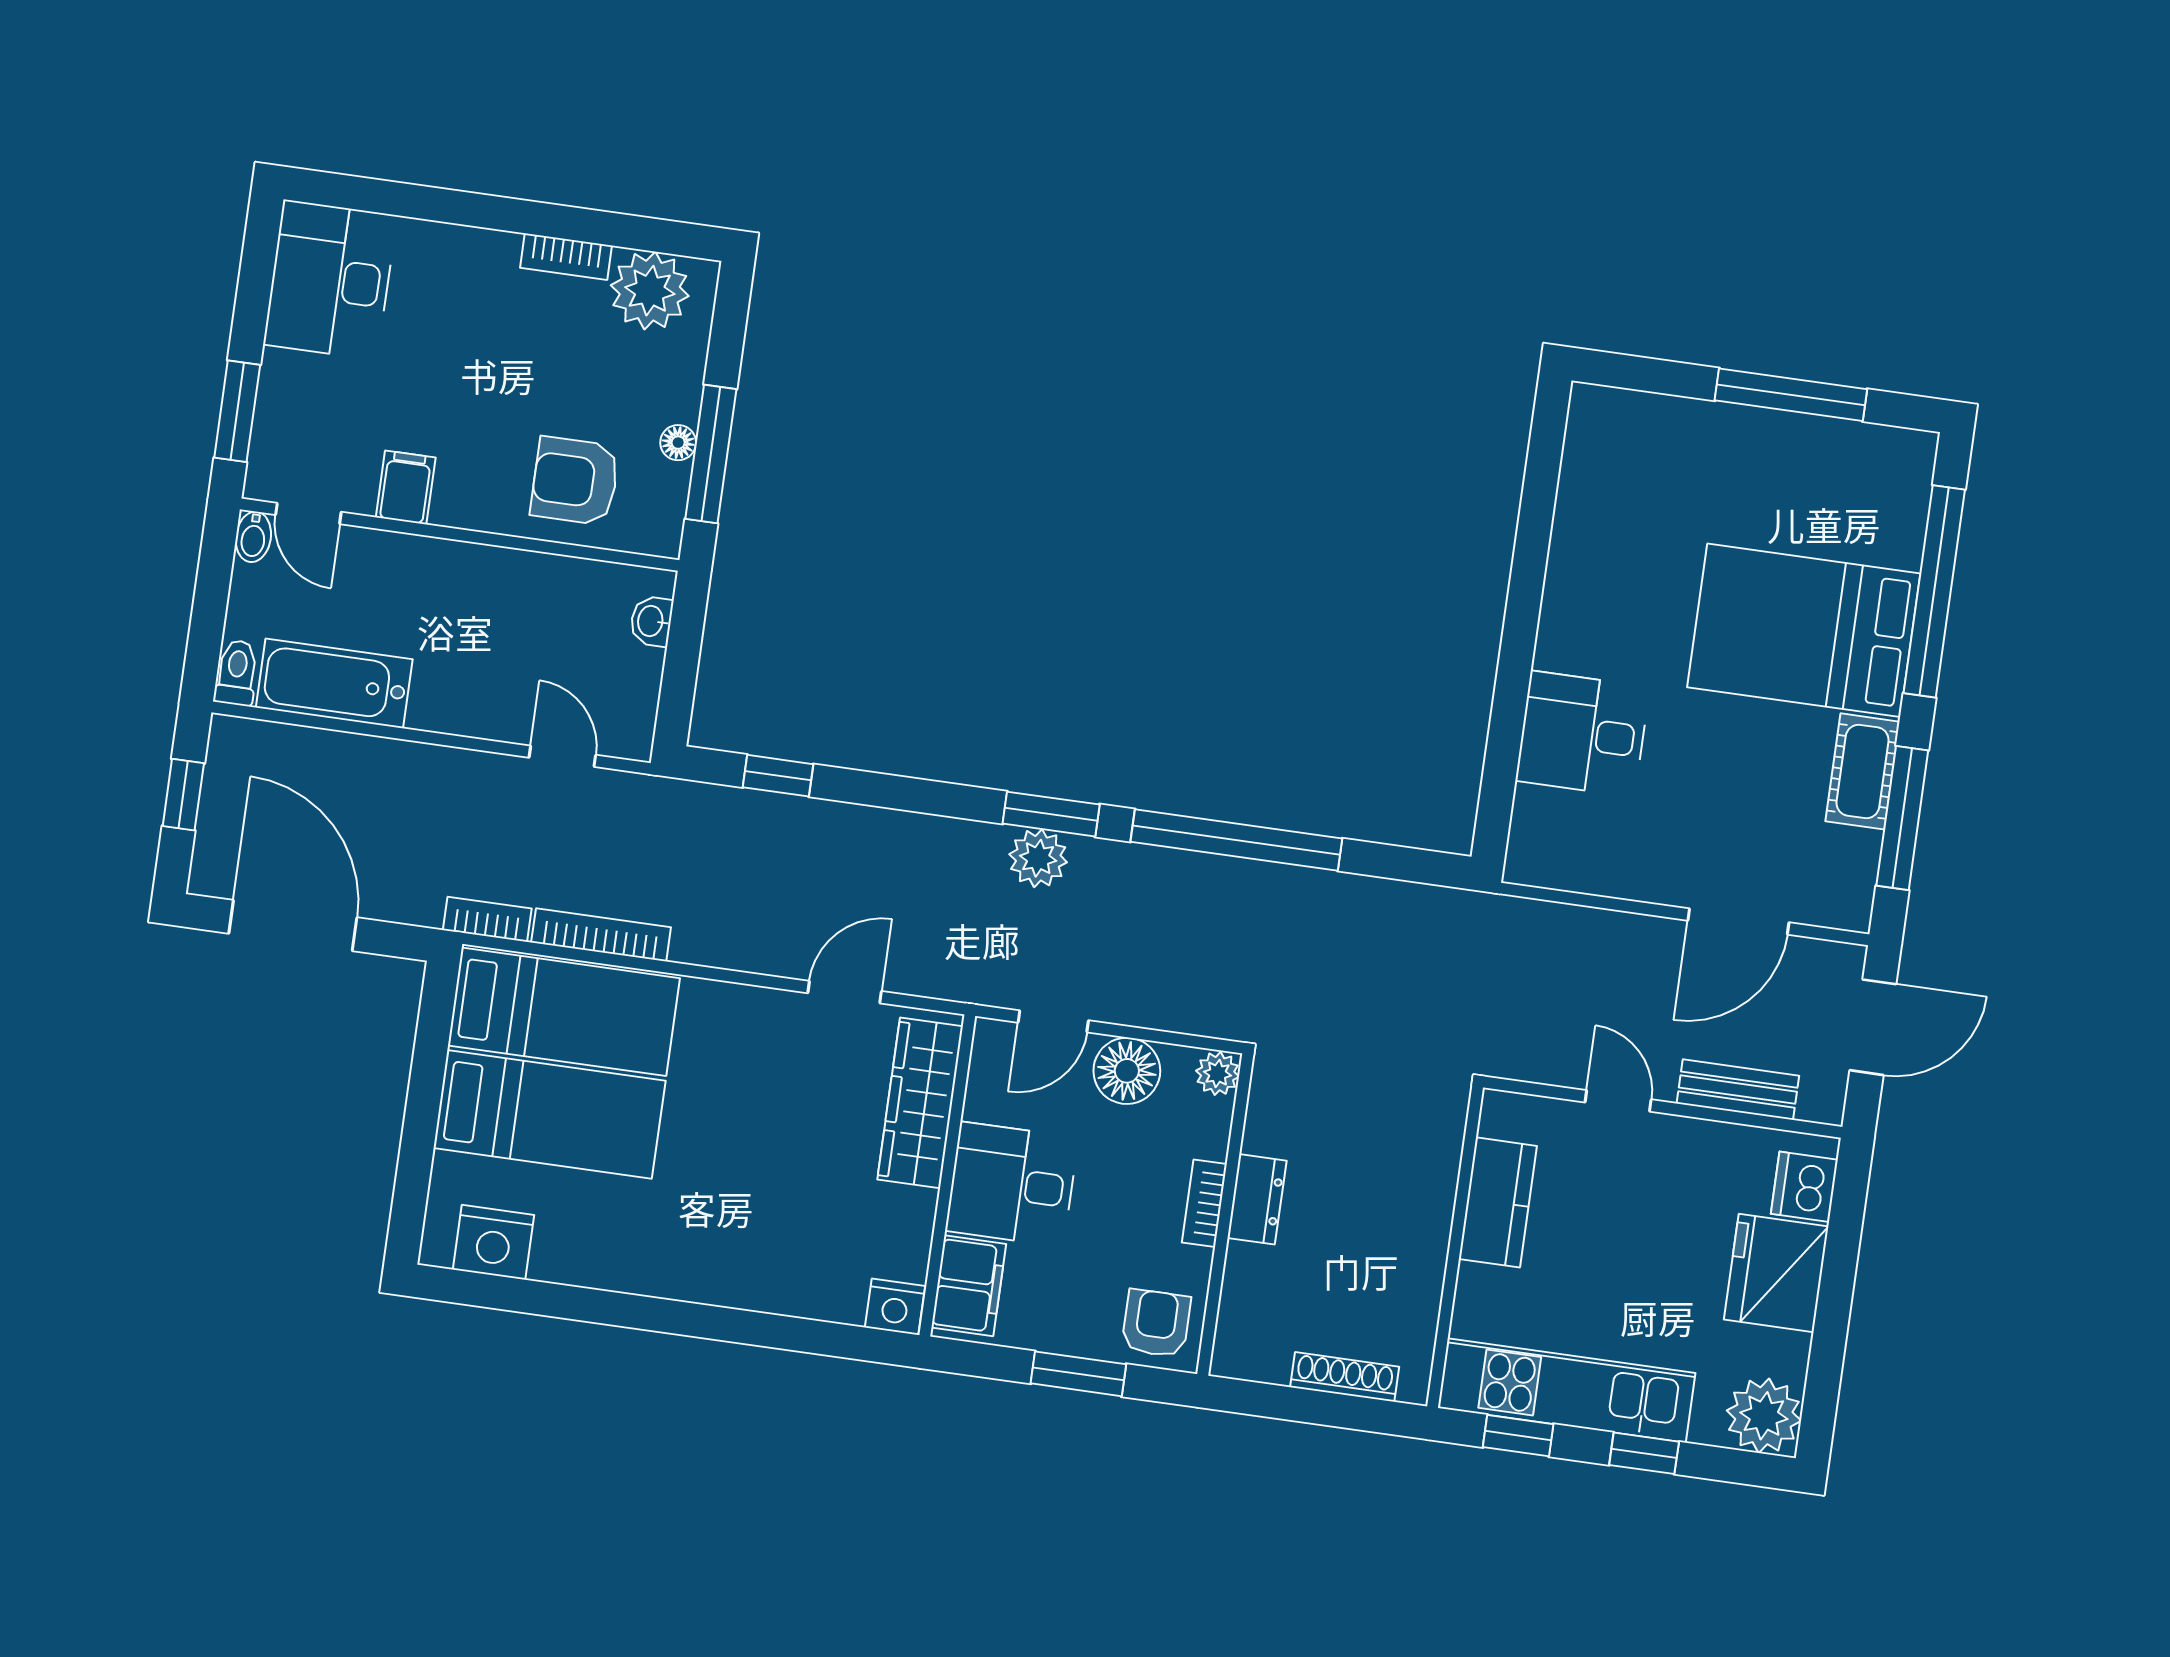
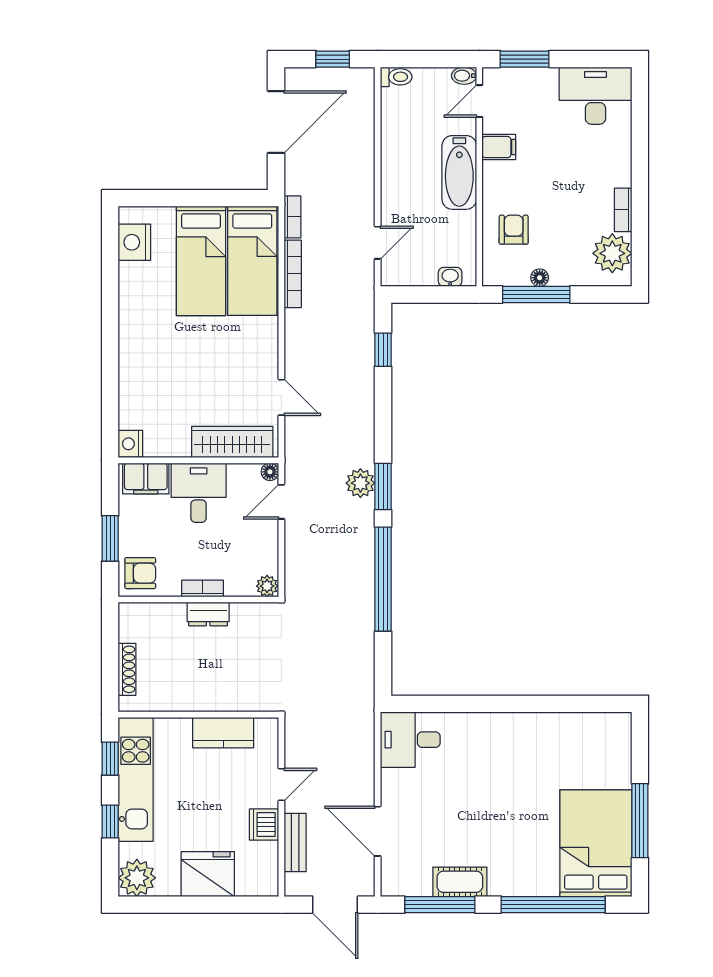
armchair: (575, 481) -> (514, 230), width x0.72, depth x0.72
bed: (1804, 630) -> (596, 843), moved
bathtub: (334, 683) -> (459, 172), moved, turned 180
desk: (1583, 734) -> (410, 740), moved, turned -90
door: (1053, 1021) -> (281, 502), hinge flipped
floor lamp: (1127, 1071) -> (270, 472), moved, width x0.53, depth x0.53
dishwasher: (1804, 1187) -> (264, 825), moved, turned -90

